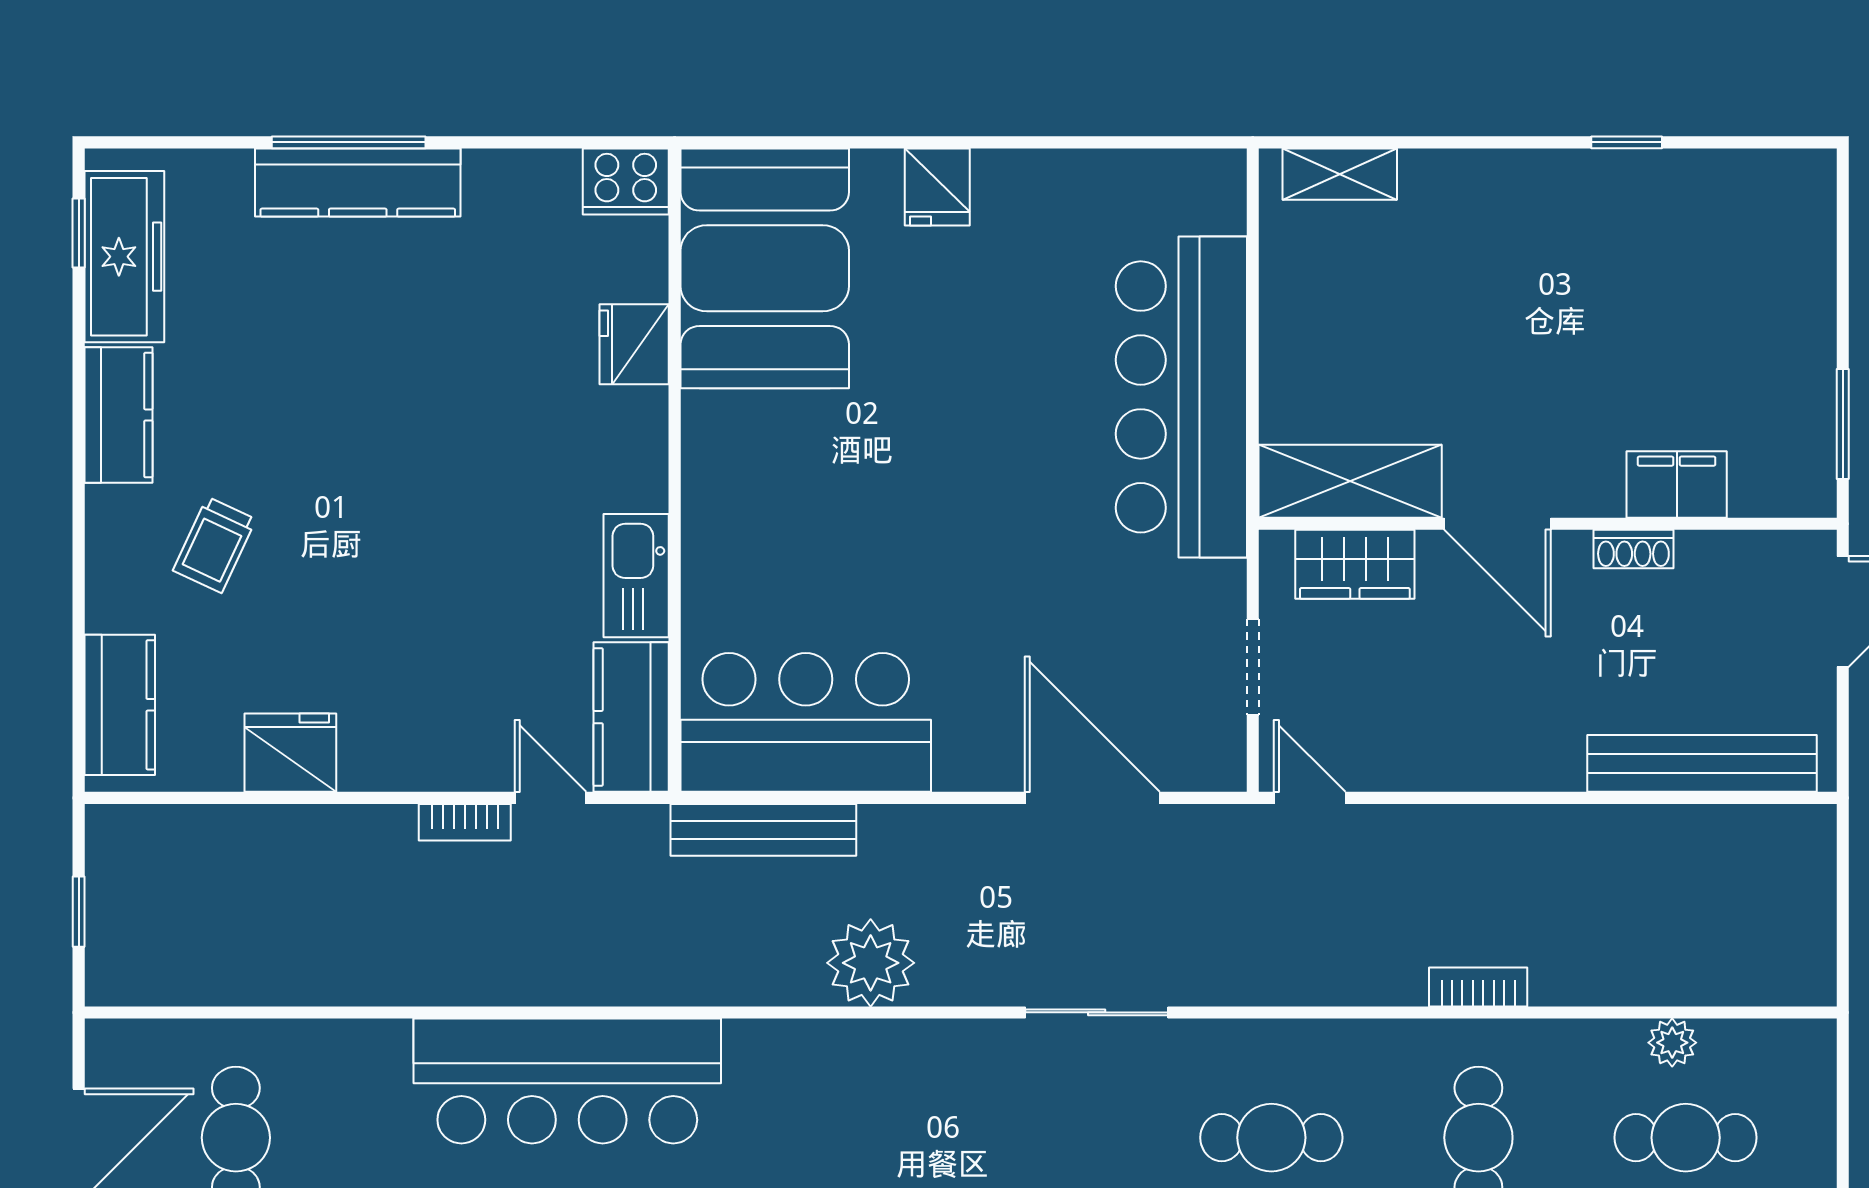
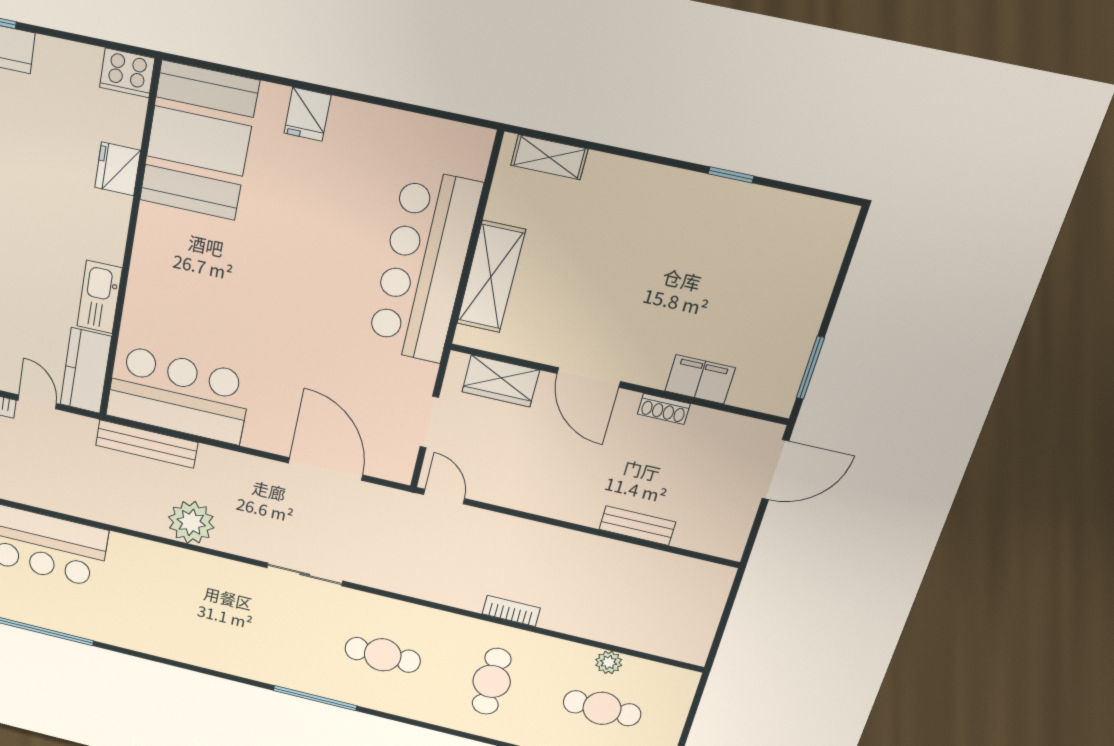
shelving: (1350, 481) -> (491, 277), moved, turned 90
bench: (1702, 763) -> (637, 526), width x0.54, depth x0.82

